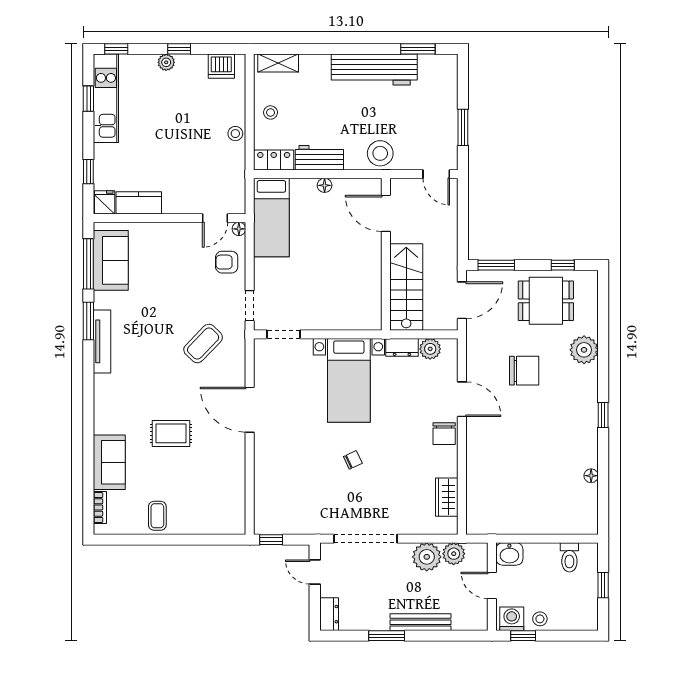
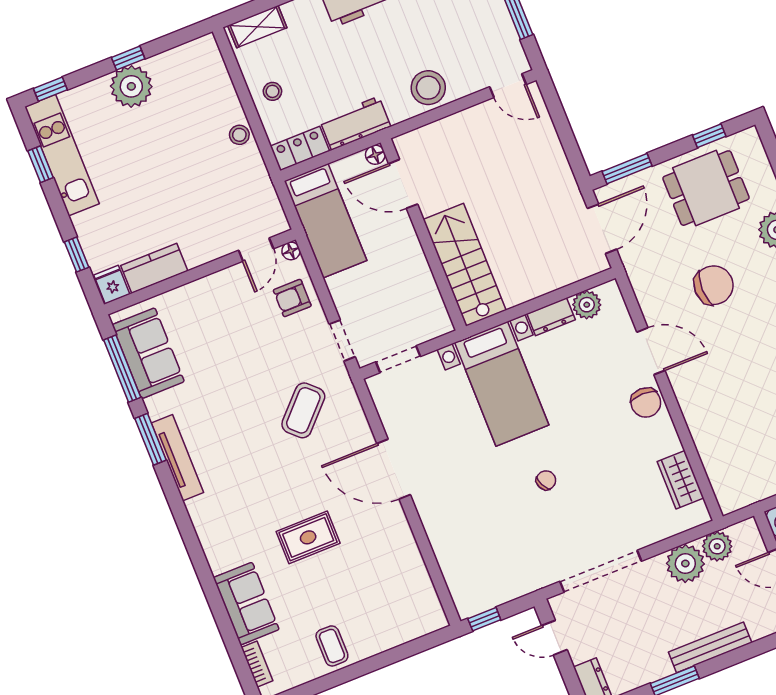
plant: (166, 62) -> (131, 86), width x1.88, depth x1.88
dishwasher: (221, 66) -> (189, 58), removed
door: (386, 213) -> (403, 184), moved
wall: (386, 254) -> (423, 234), moved
stairs: (406, 287) -> (465, 265), moved

